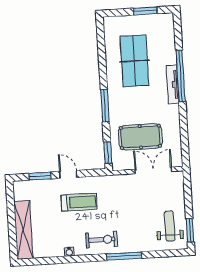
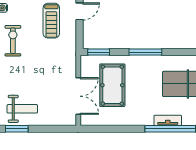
tv unit: (173, 84) -> (168, 120), width x0.71
exercise bike: (102, 240) -> (13, 41), turned 180

